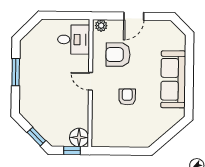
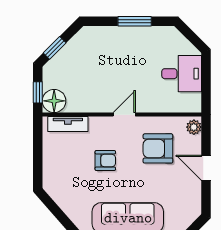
desk: (74, 40) -> (182, 74), moved, turned -90
armchair: (118, 55) -> (158, 148), turned -90
tv unit: (98, 127) -> (68, 124), added

